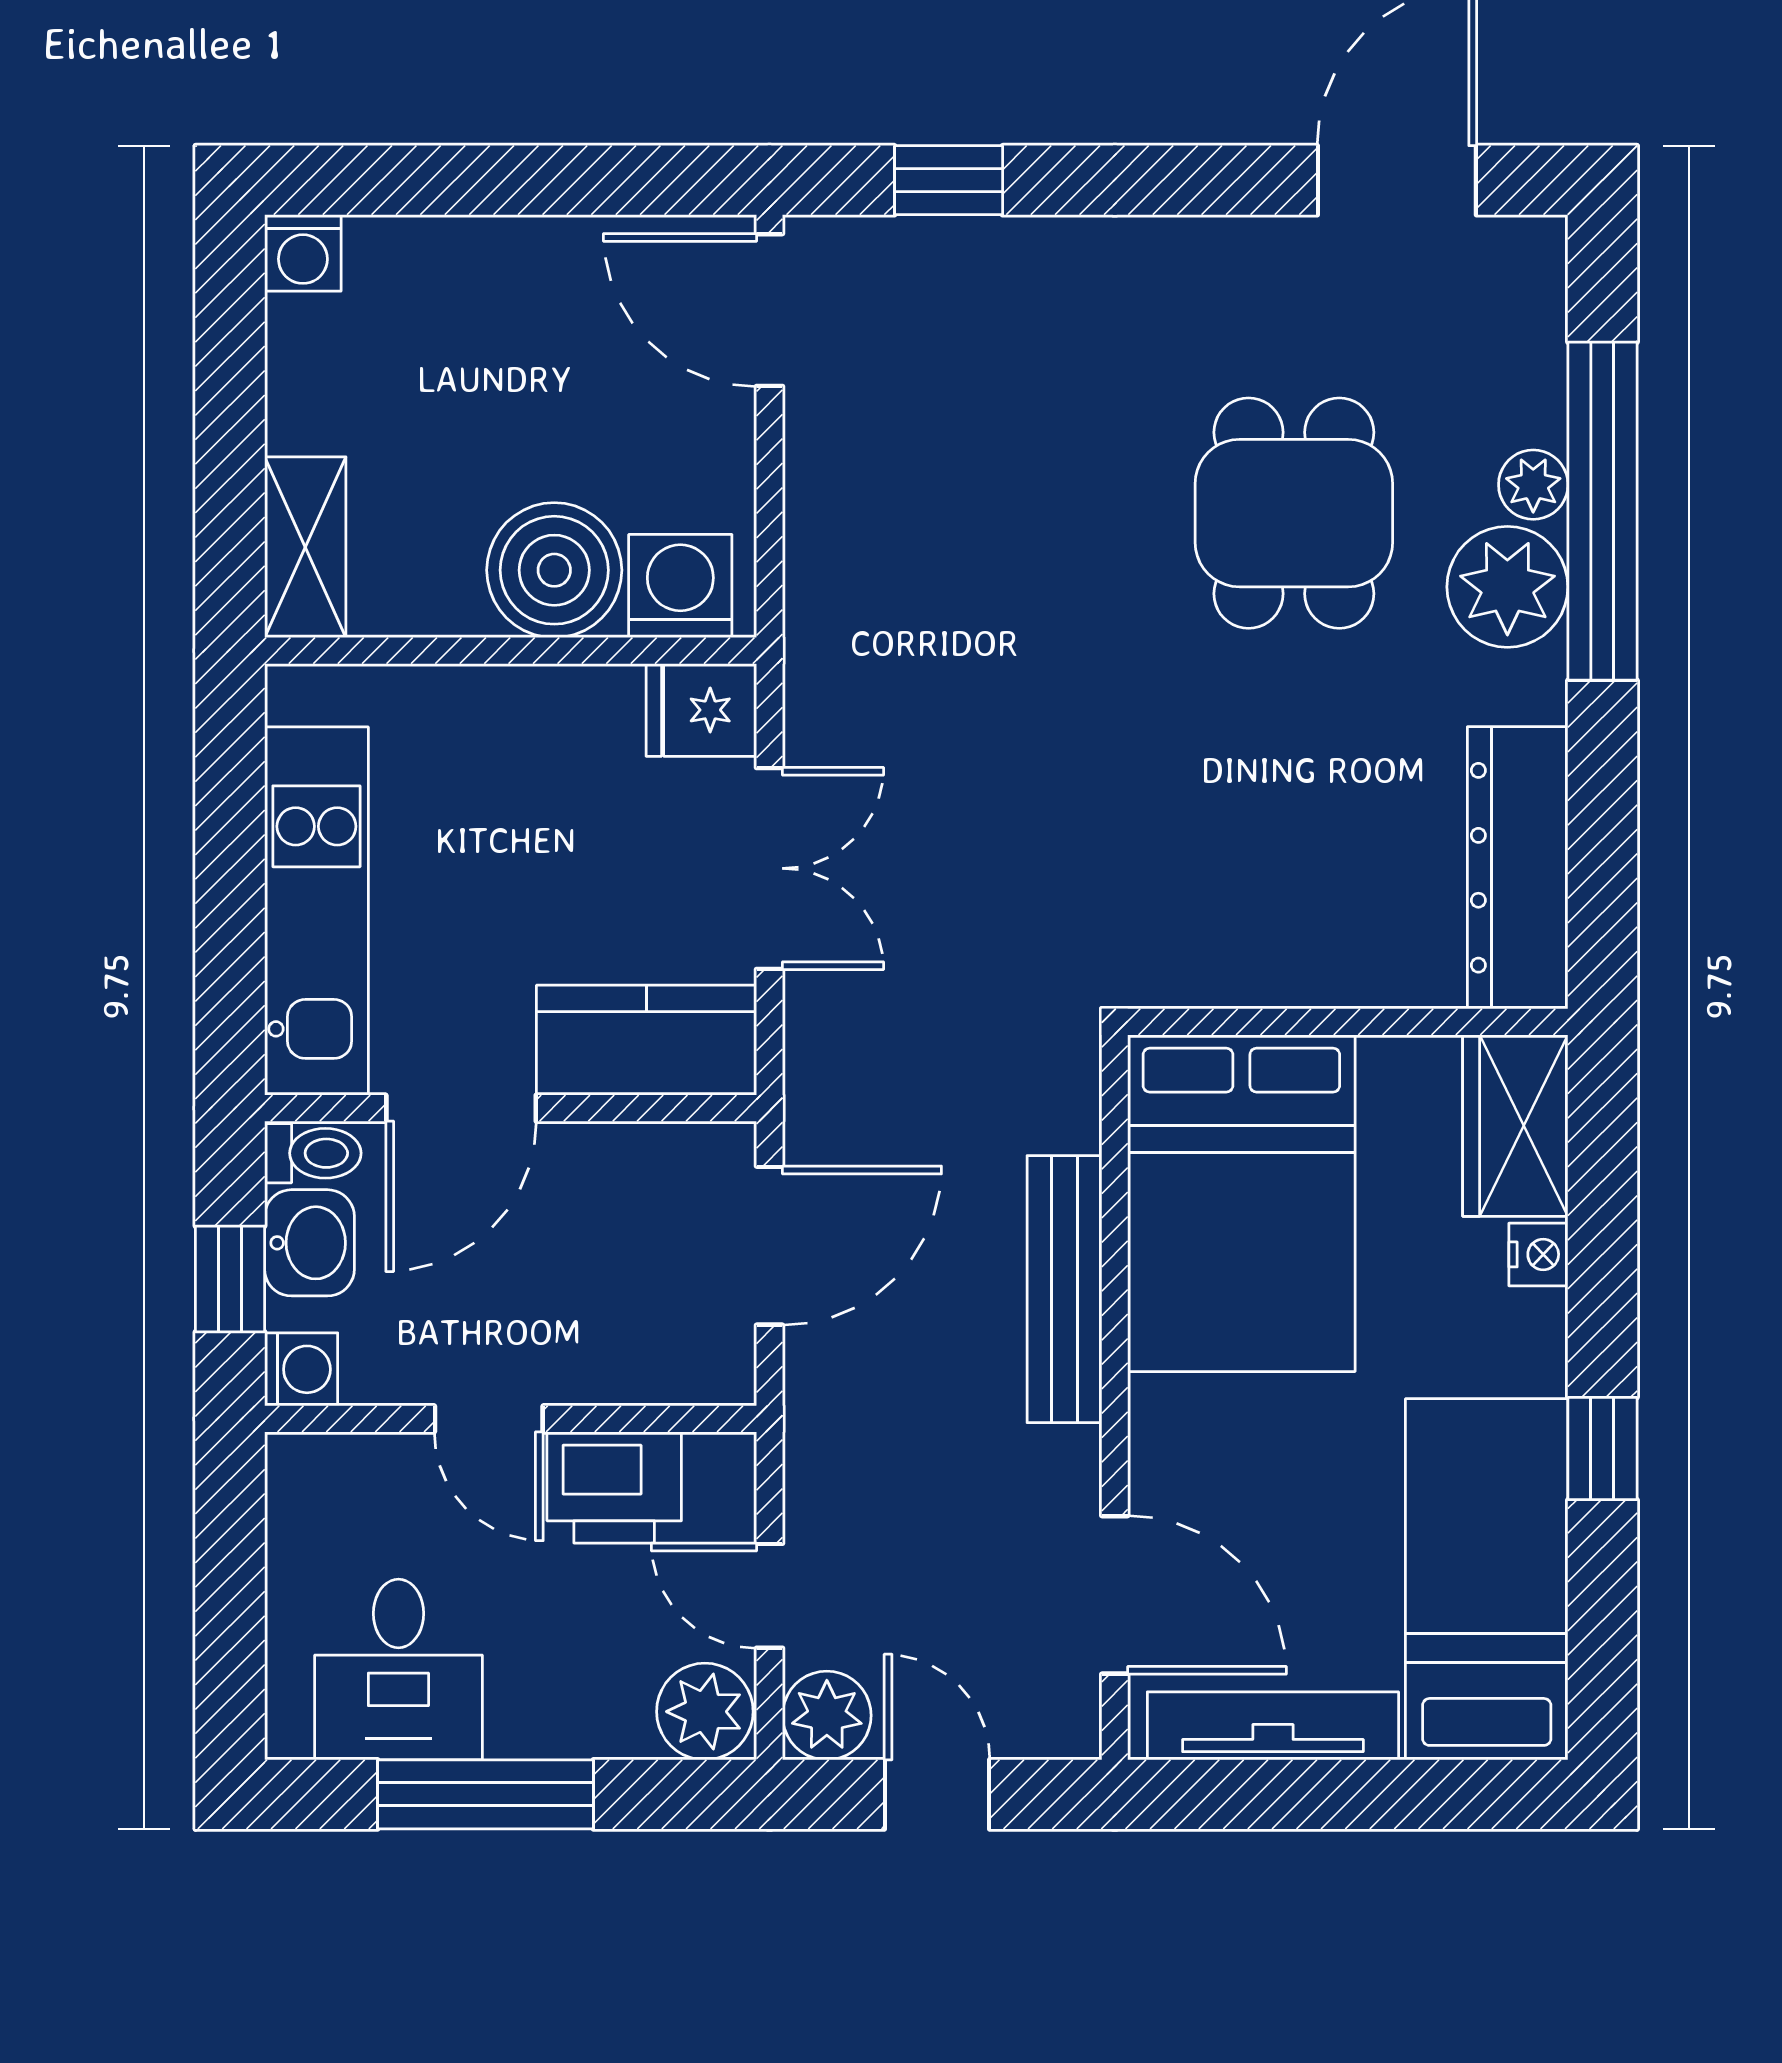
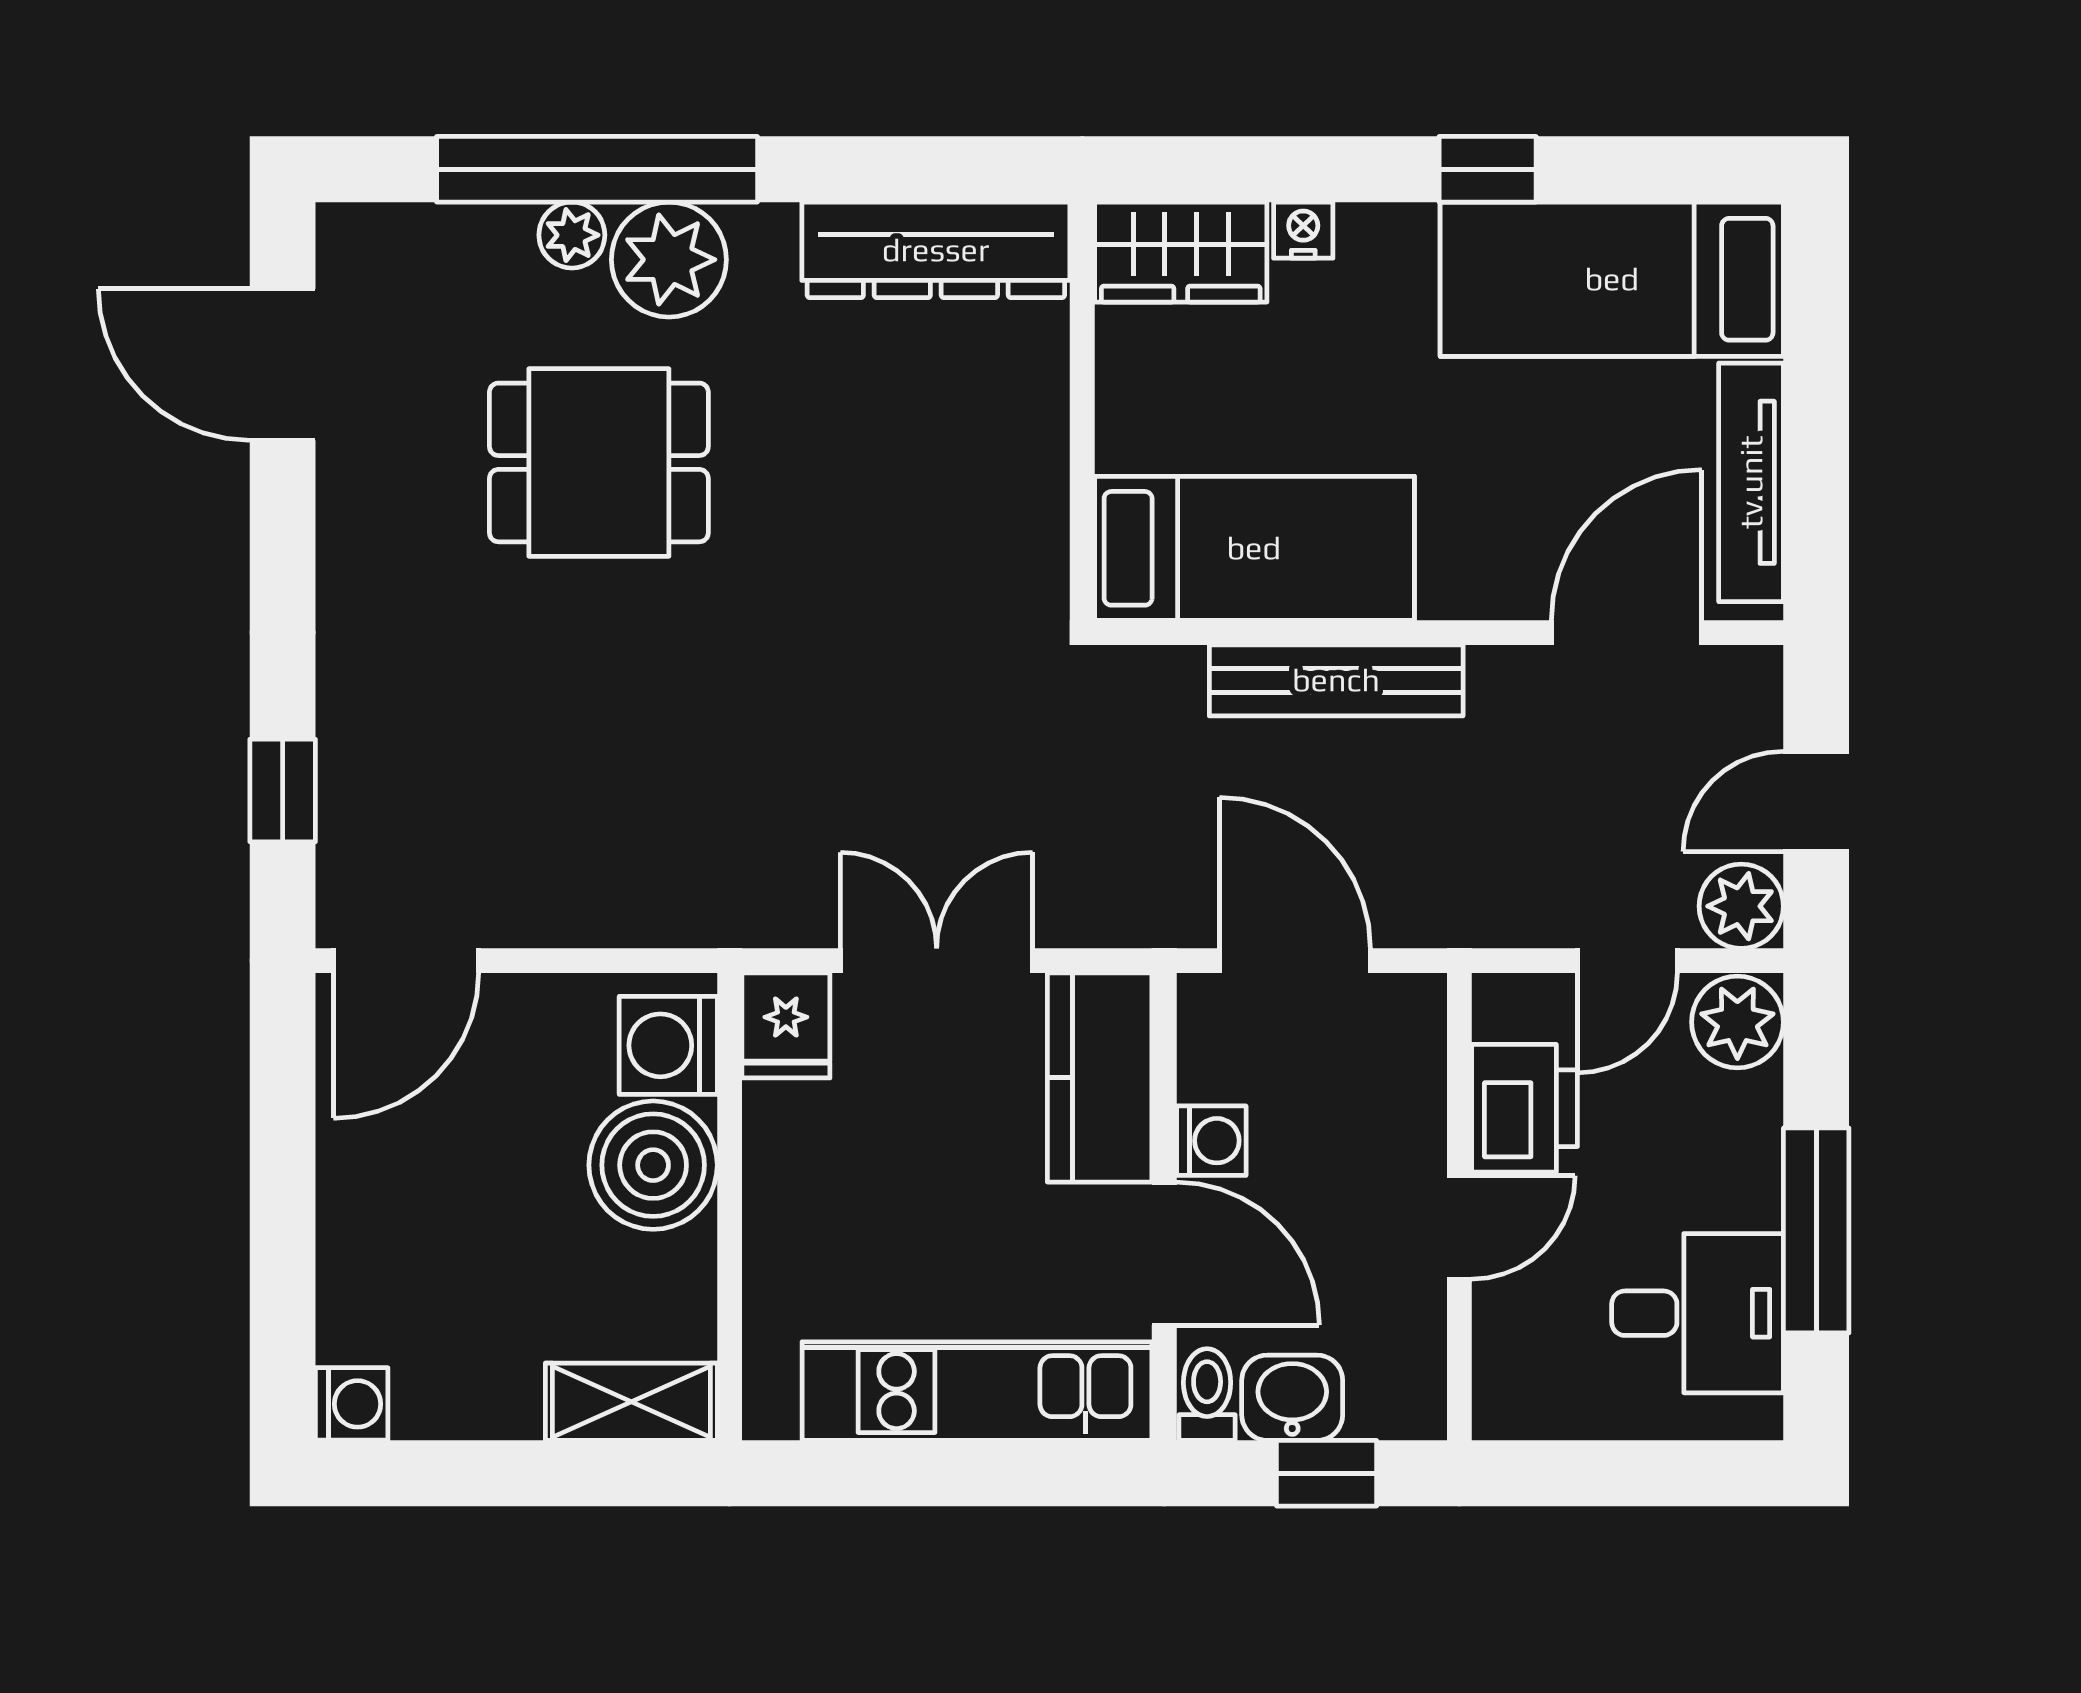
bed: (1241, 1203) -> (1254, 548), width x0.67
washing machine: (301, 1369) -> (1211, 1141), moved, turned 90

